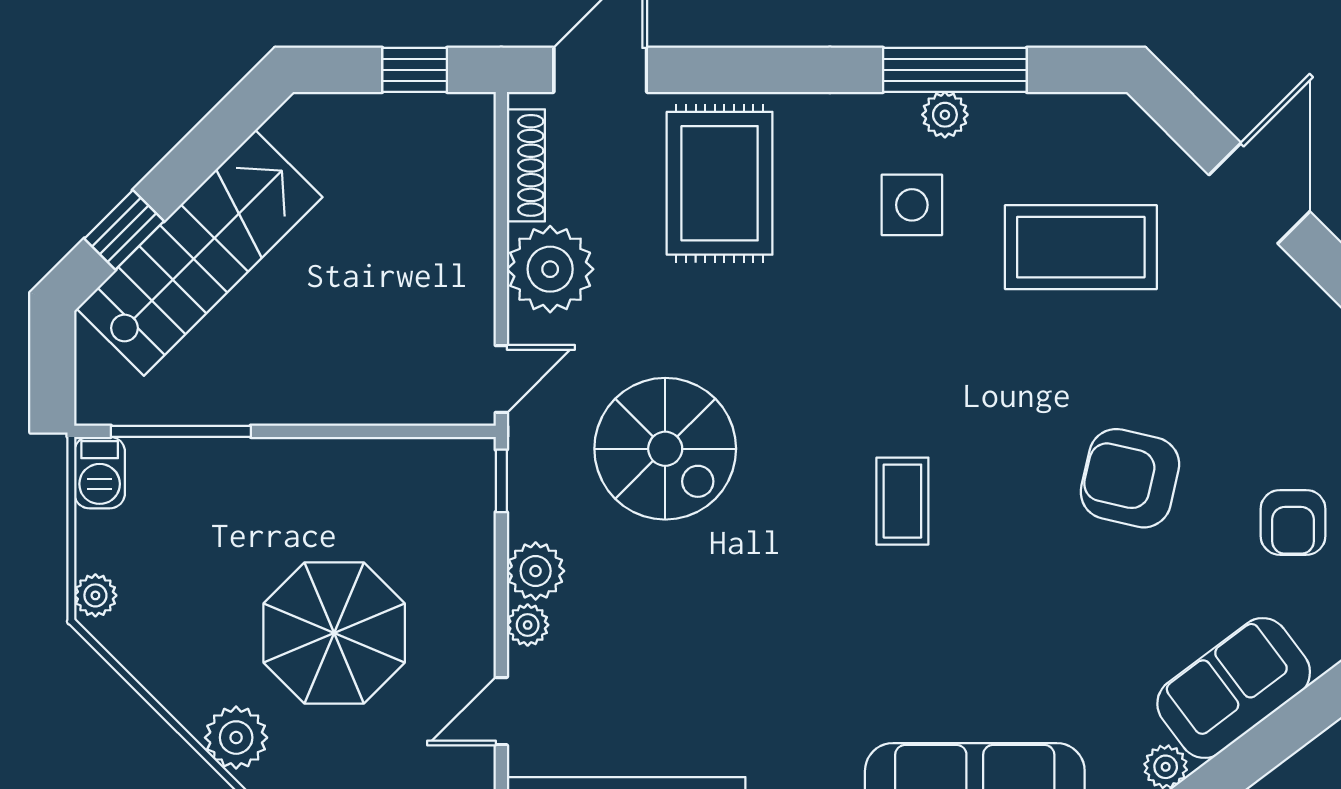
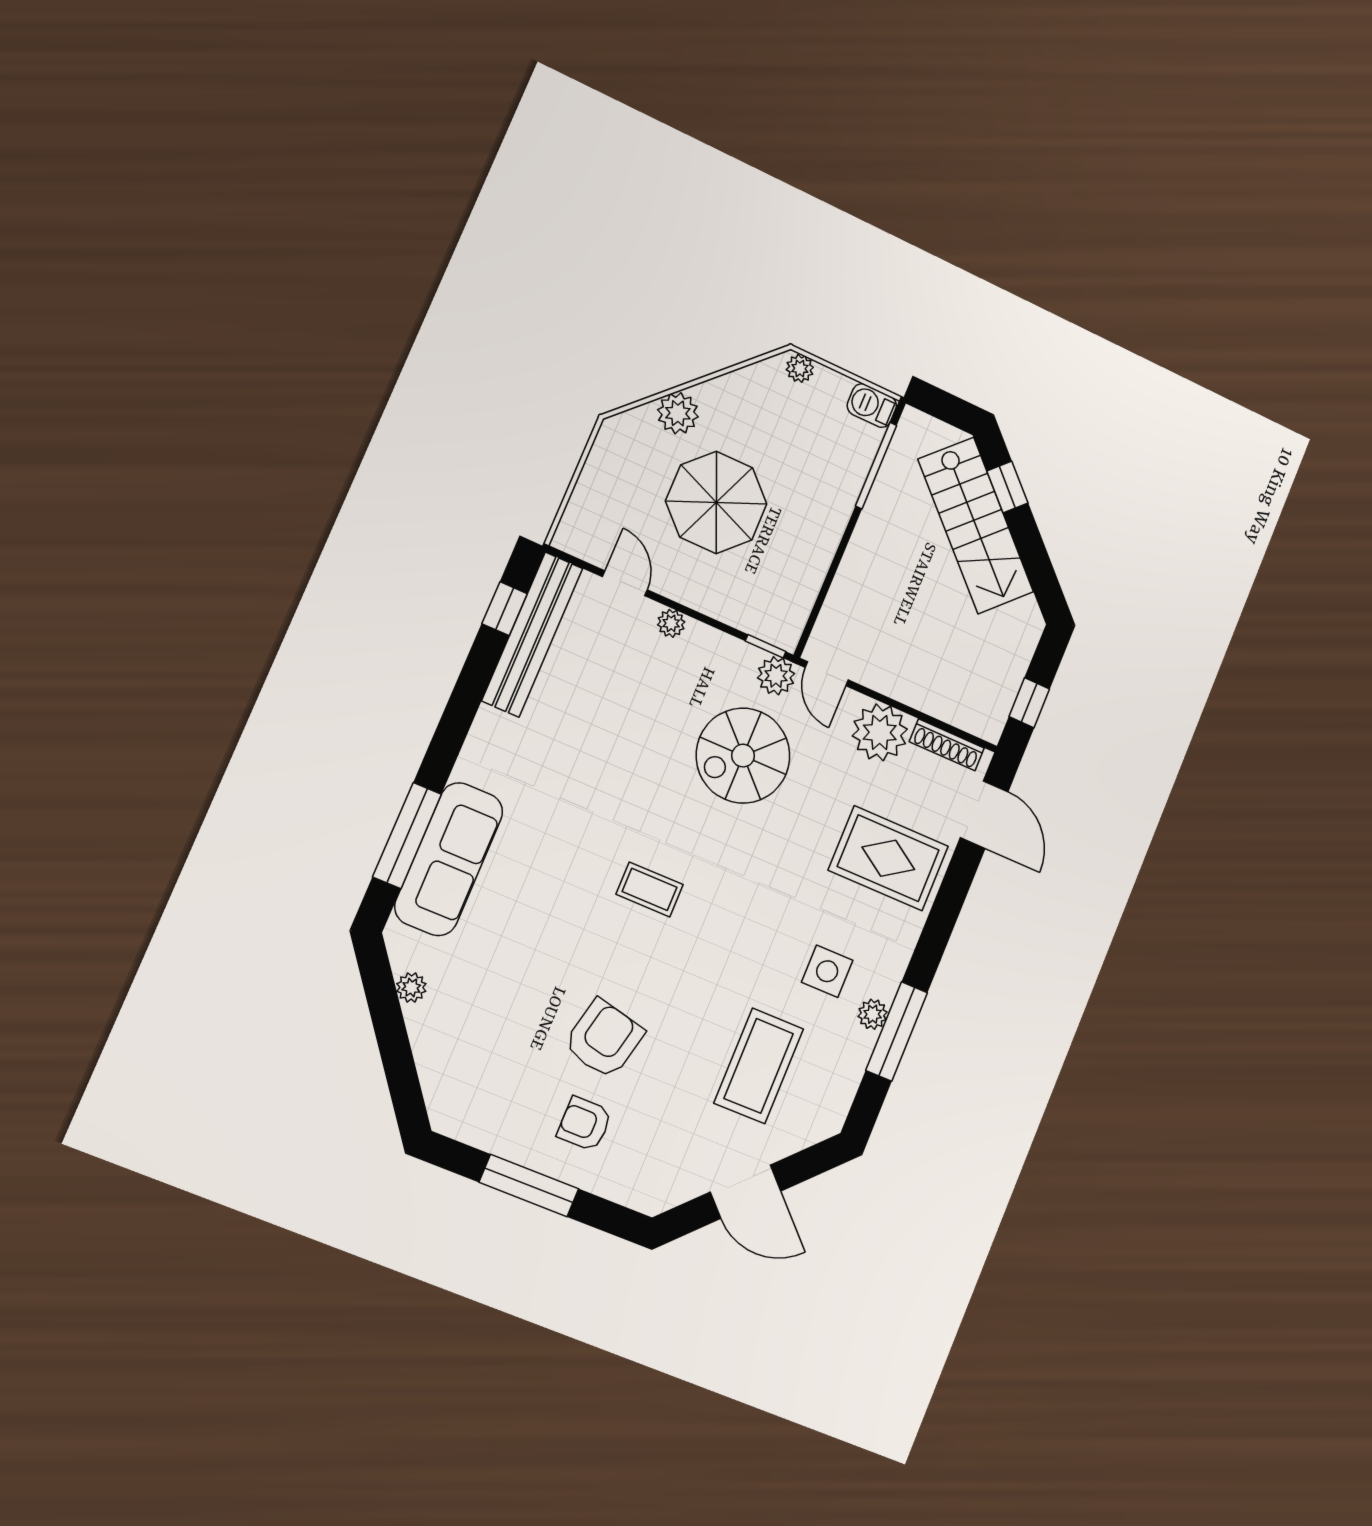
armchair: (1293, 522) -> (585, 1124), moved
plant: (536, 571) -> (776, 676), moved
sofa: (1234, 688) -> (443, 1052), removed

